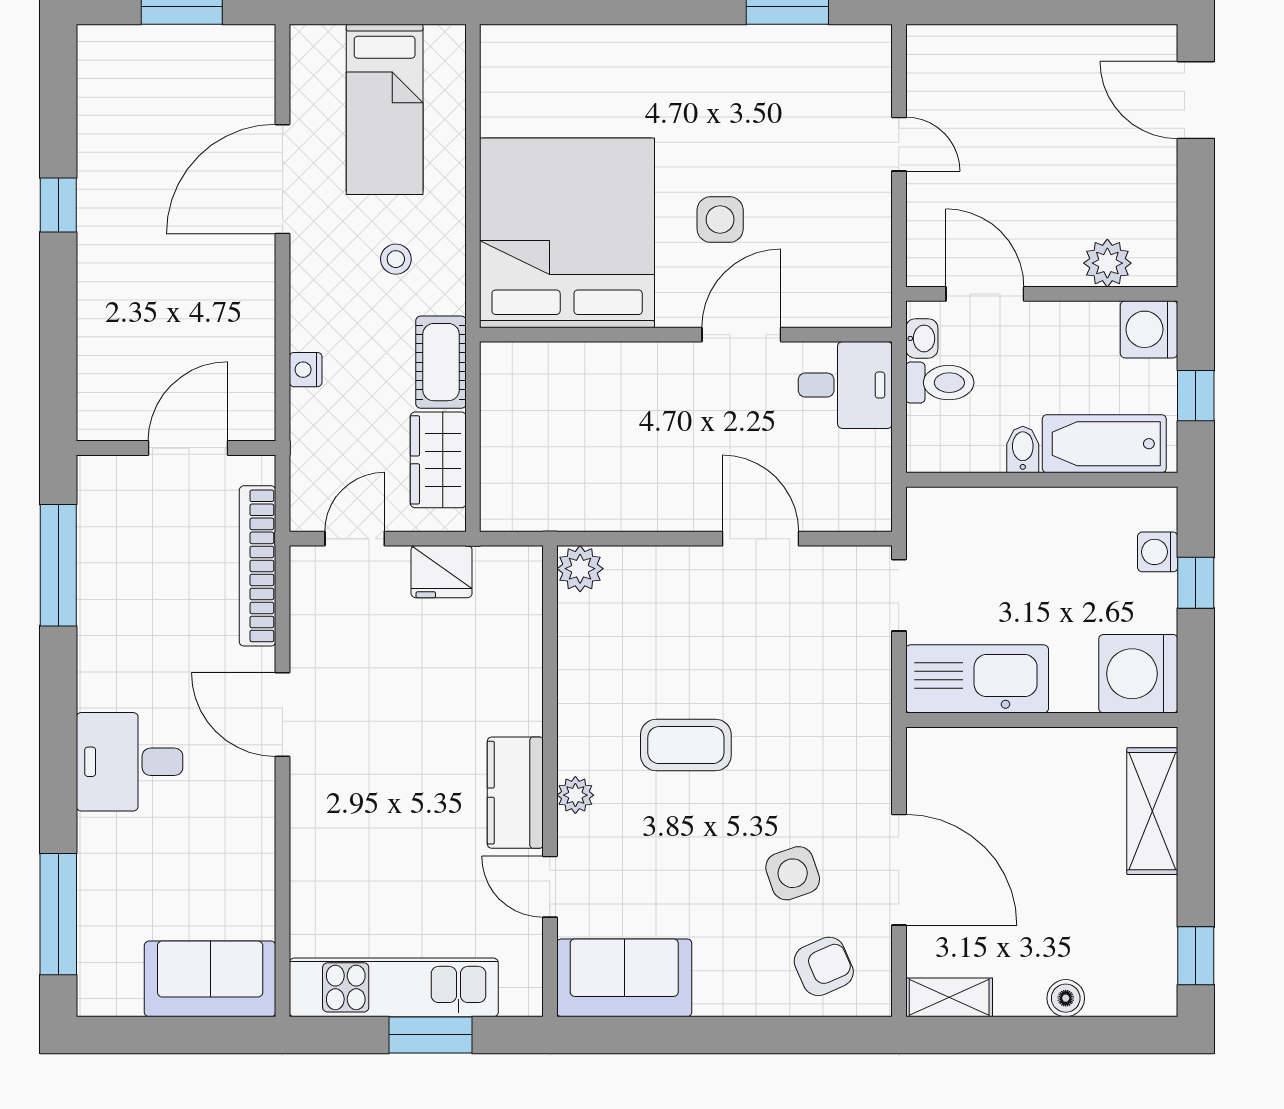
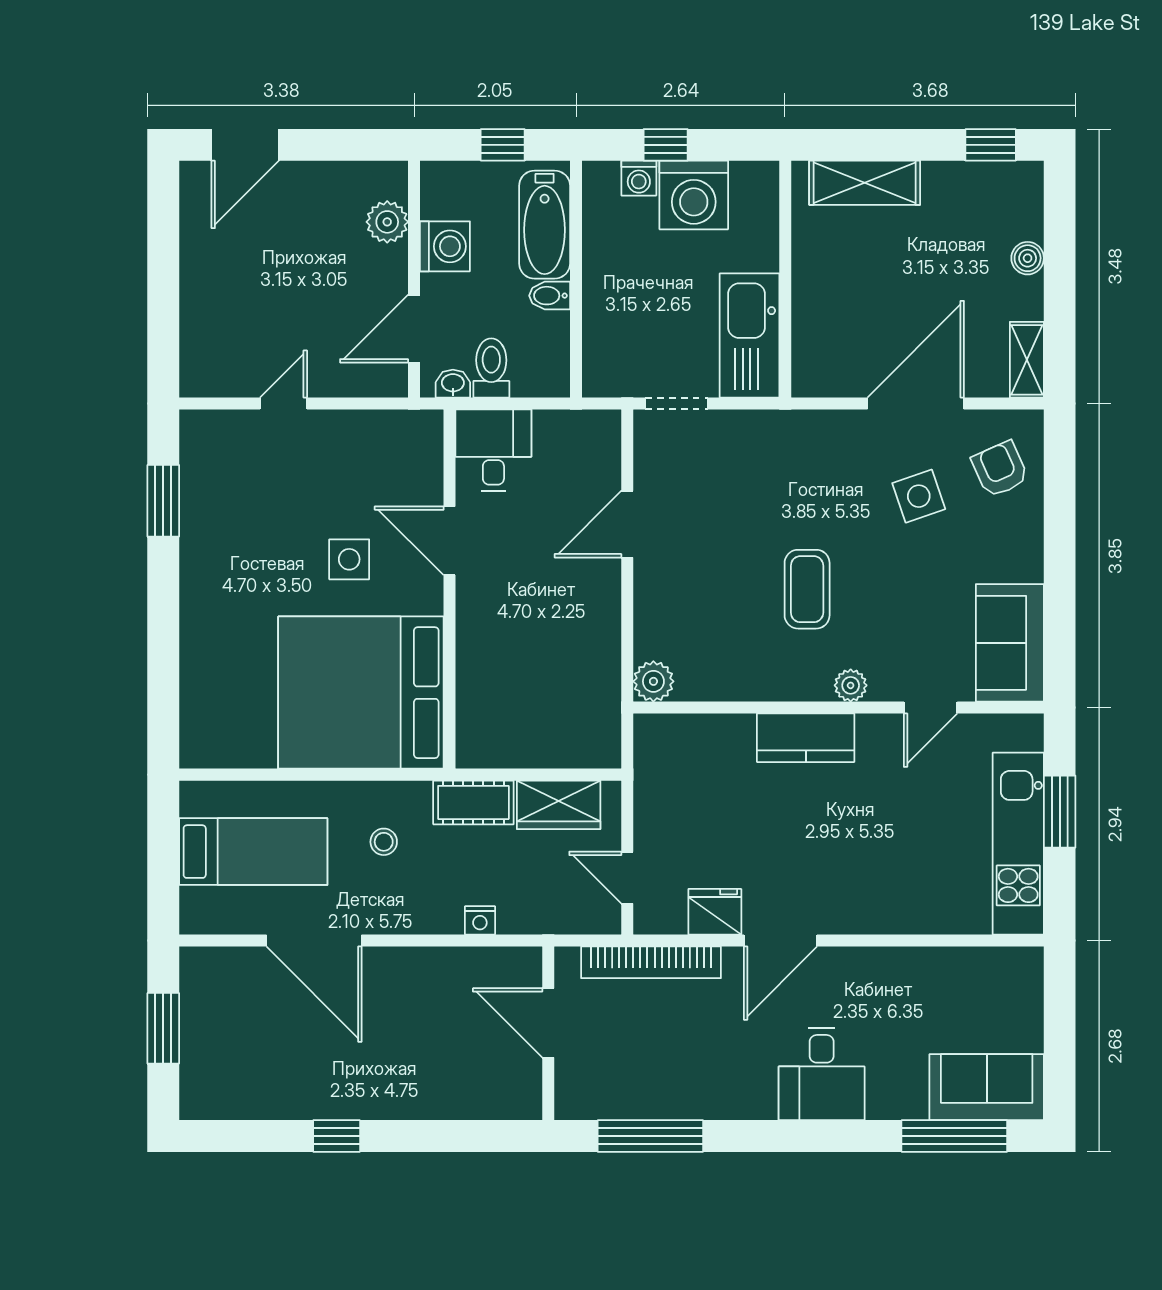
washing machine: (1149, 329) -> (445, 246), moved, turned -90
fridge: (442, 572) -> (715, 912), moved, turned -90
washing machine: (1138, 674) -> (694, 195), moved
kitchen counter: (515, 793) -> (806, 738), moved
sofa: (210, 979) -> (987, 1087), moved, turned 90

